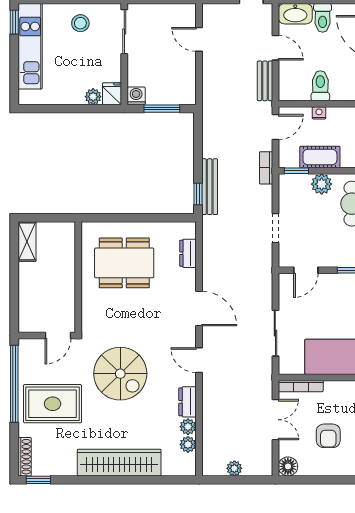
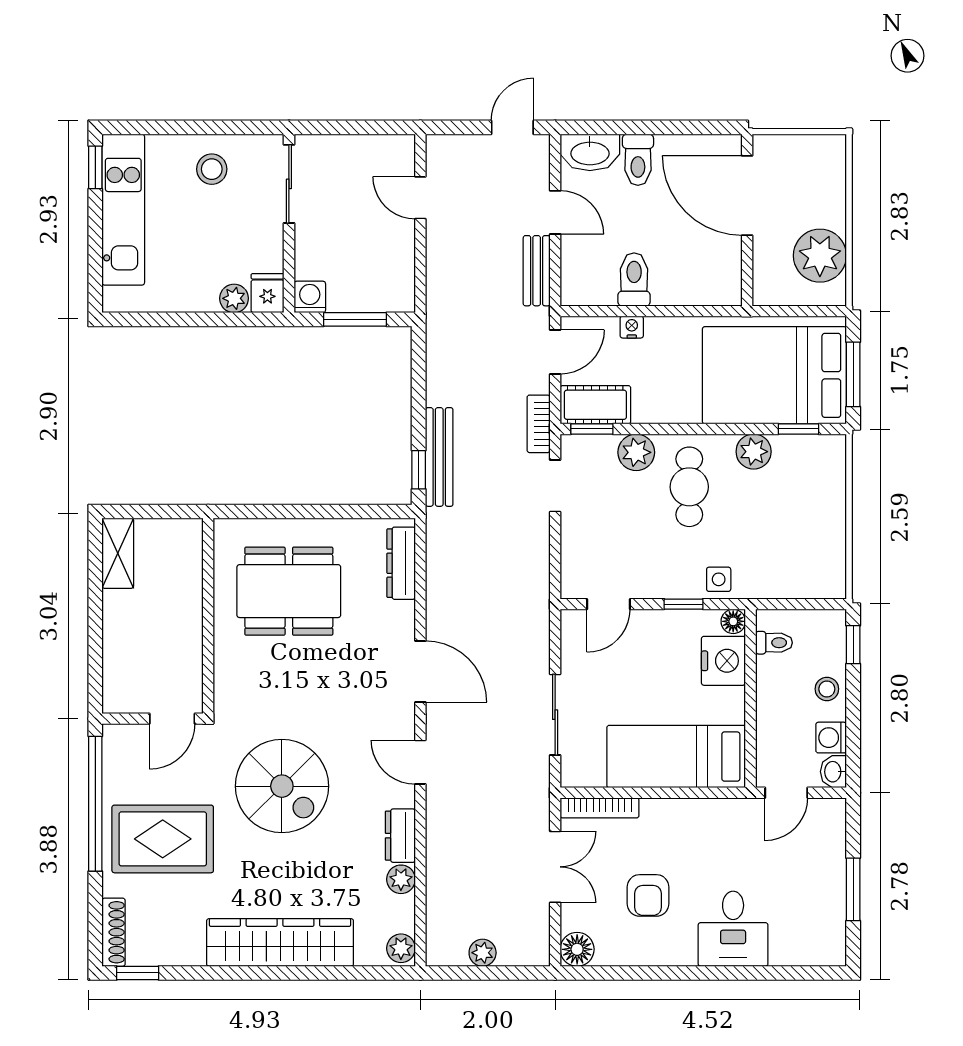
cot: (320, 157) -> (595, 405), moved
doorway: (275, 228) -> (555, 486), moved
dresser: (188, 253) -> (401, 563), width x1.44
plant: (188, 444) -> (401, 948), moved

